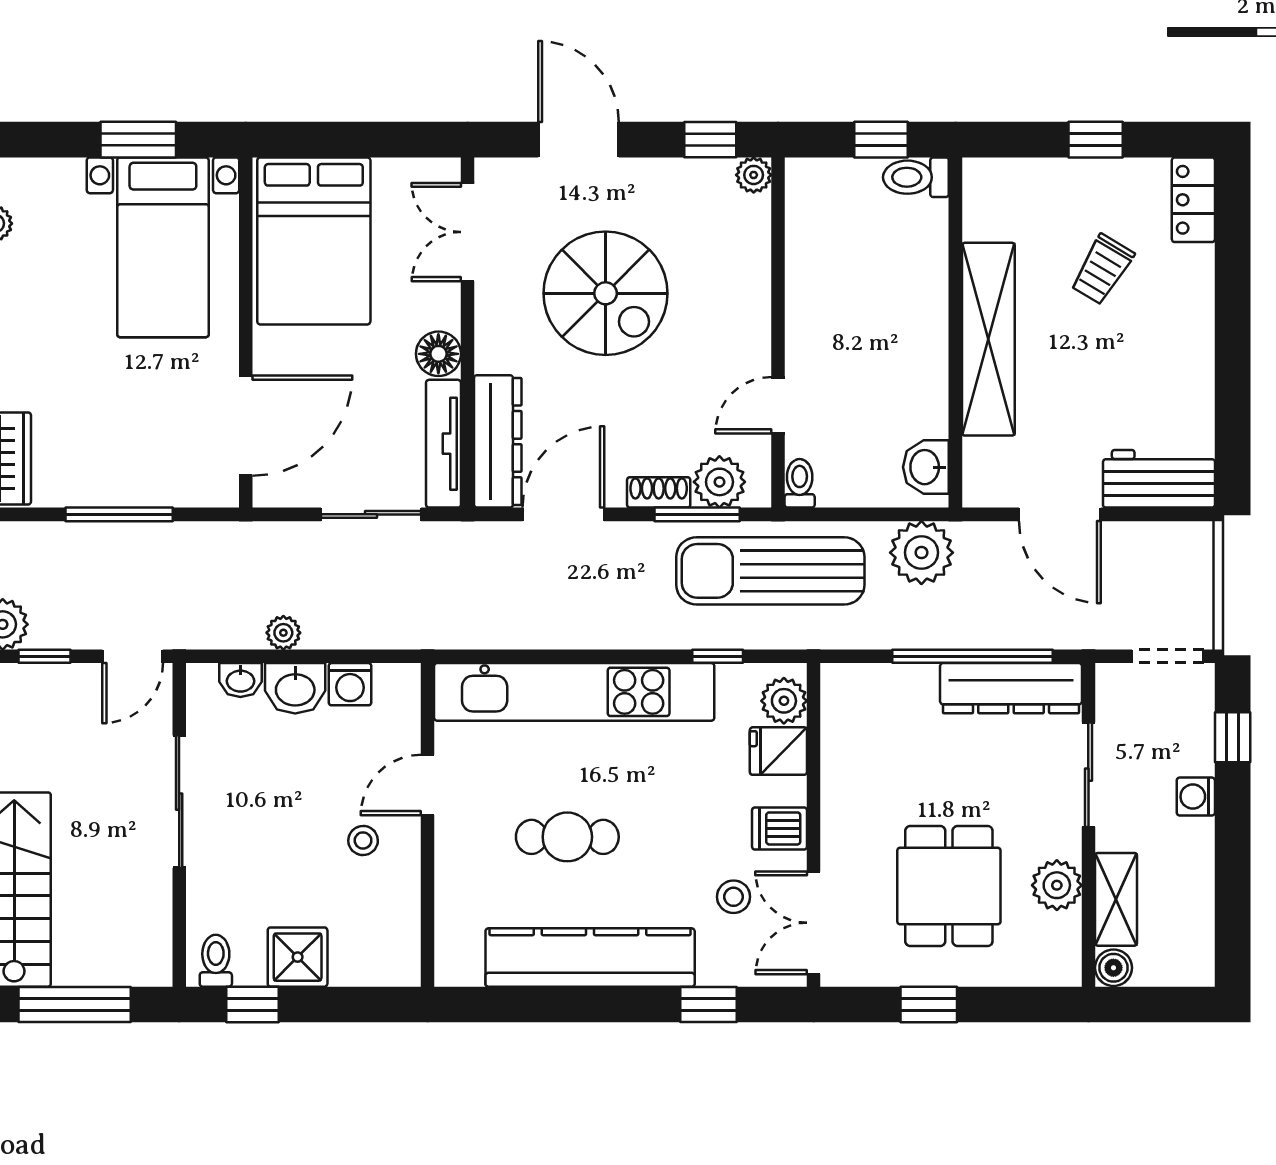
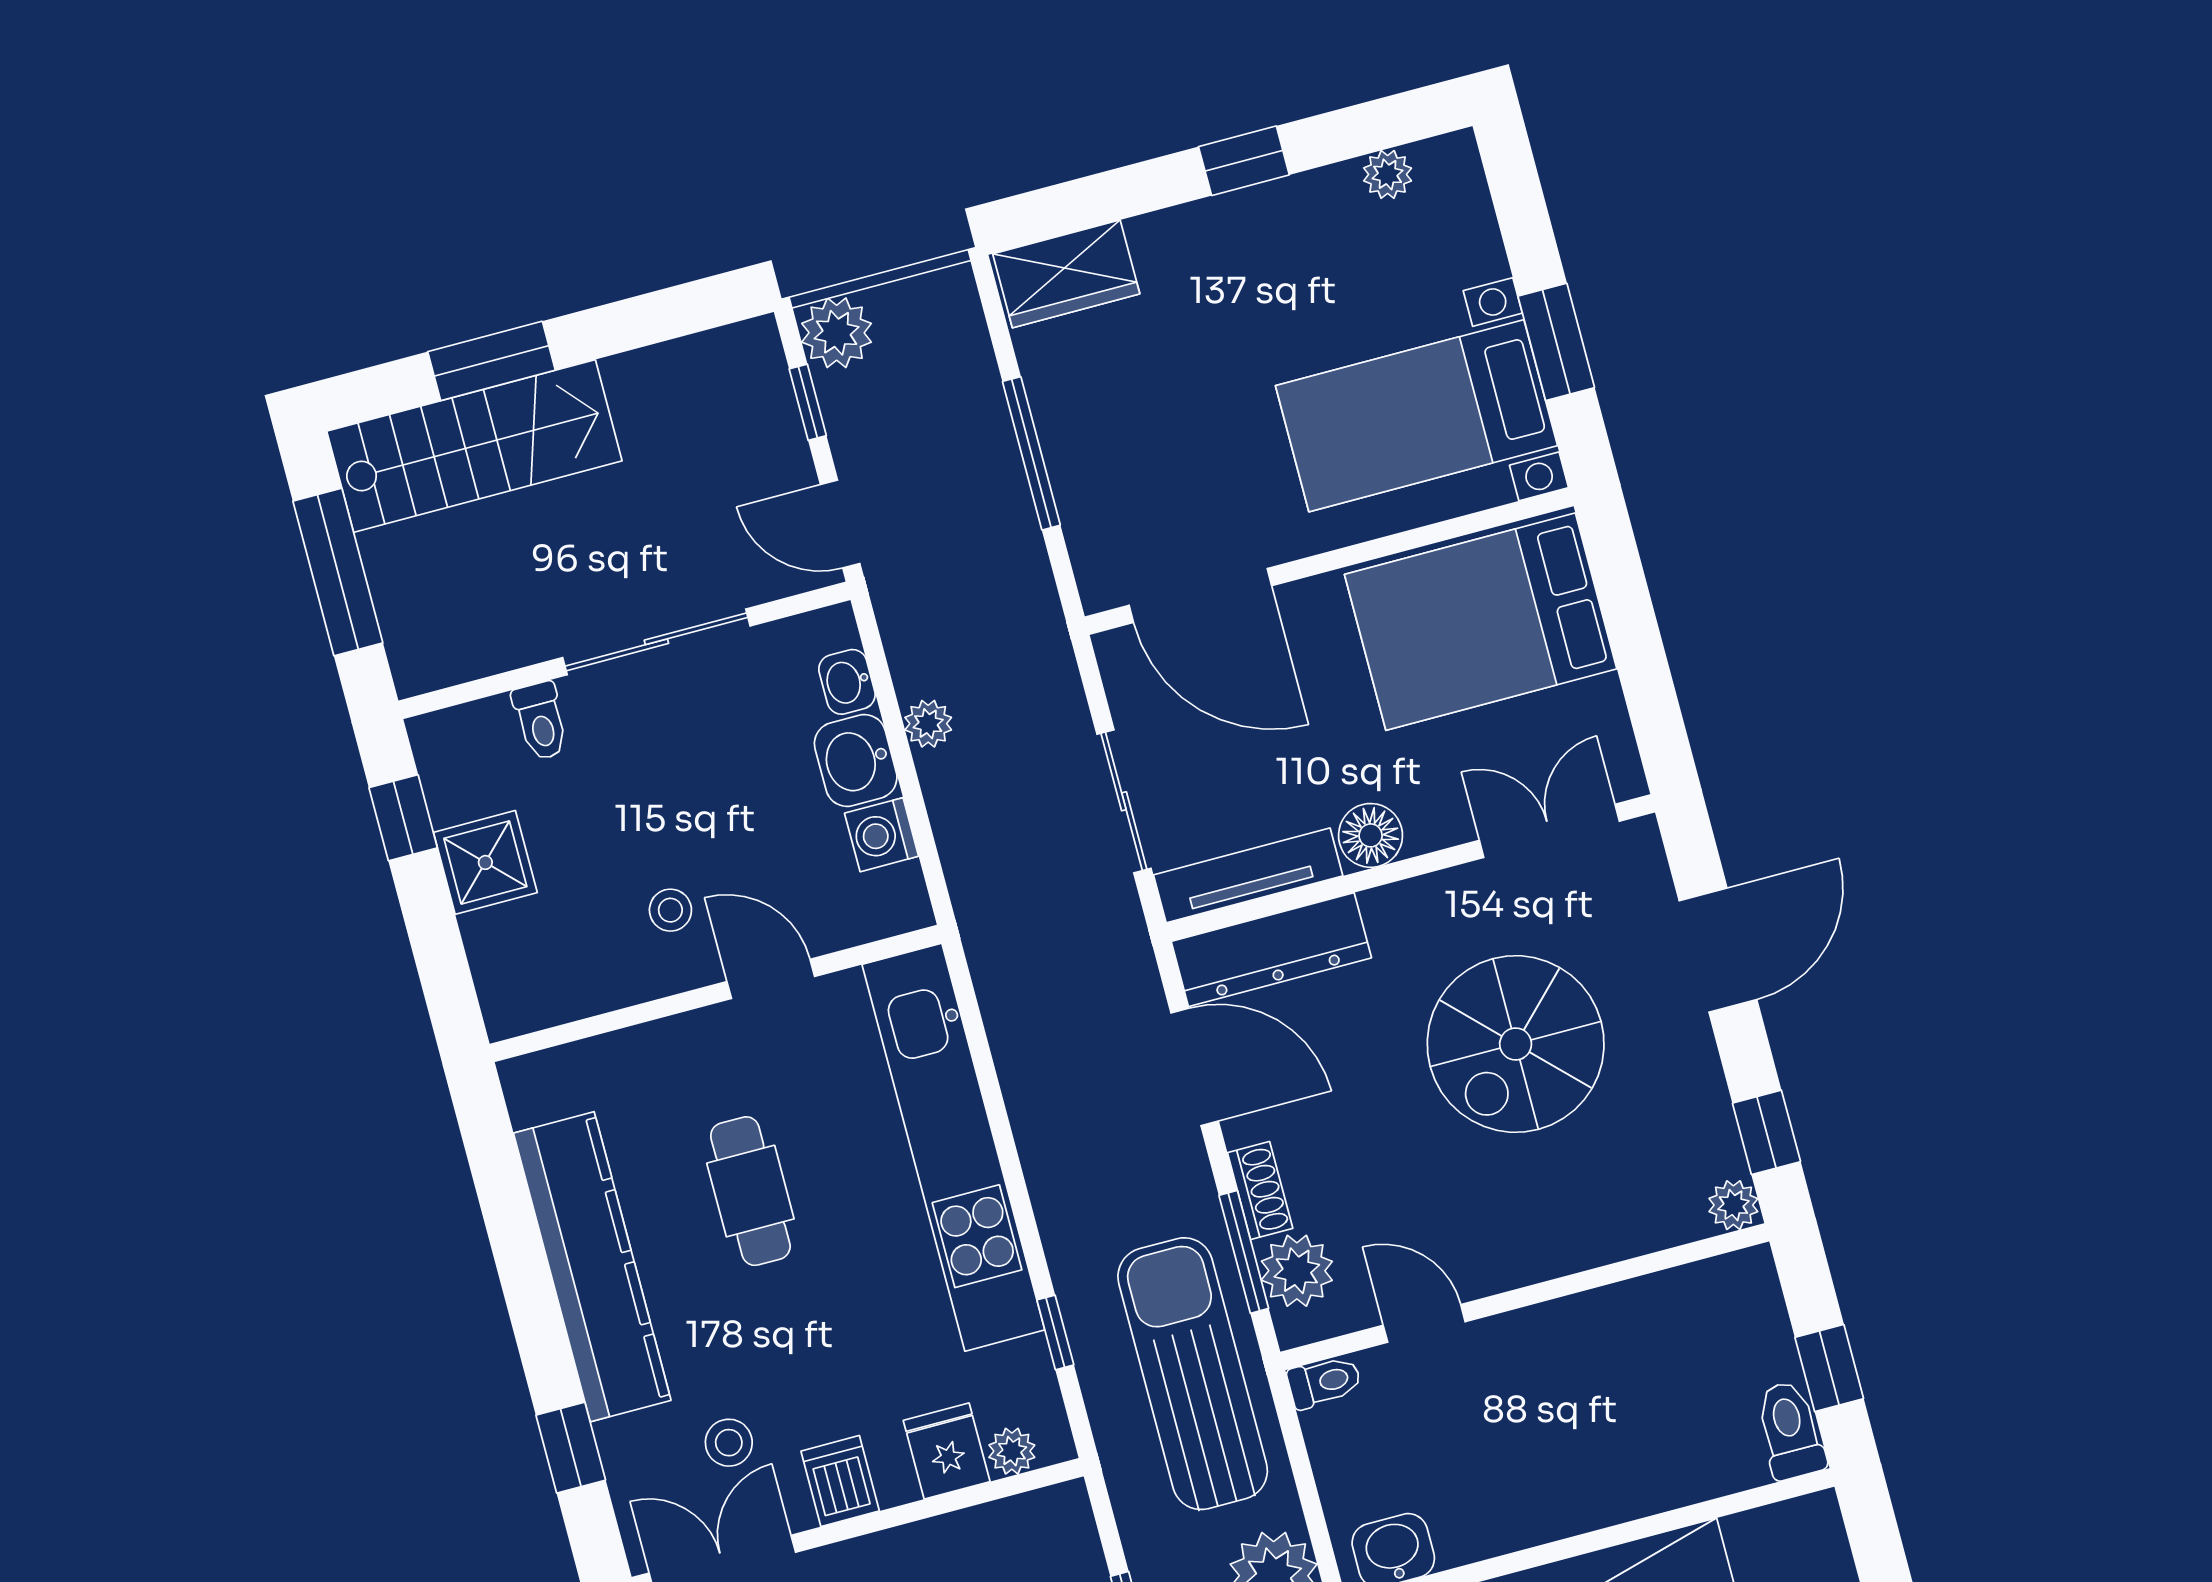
plant: (784, 701) -> (1012, 1451), width x0.73, depth x0.73
toilet: (216, 961) -> (541, 721), moved, turned 90

